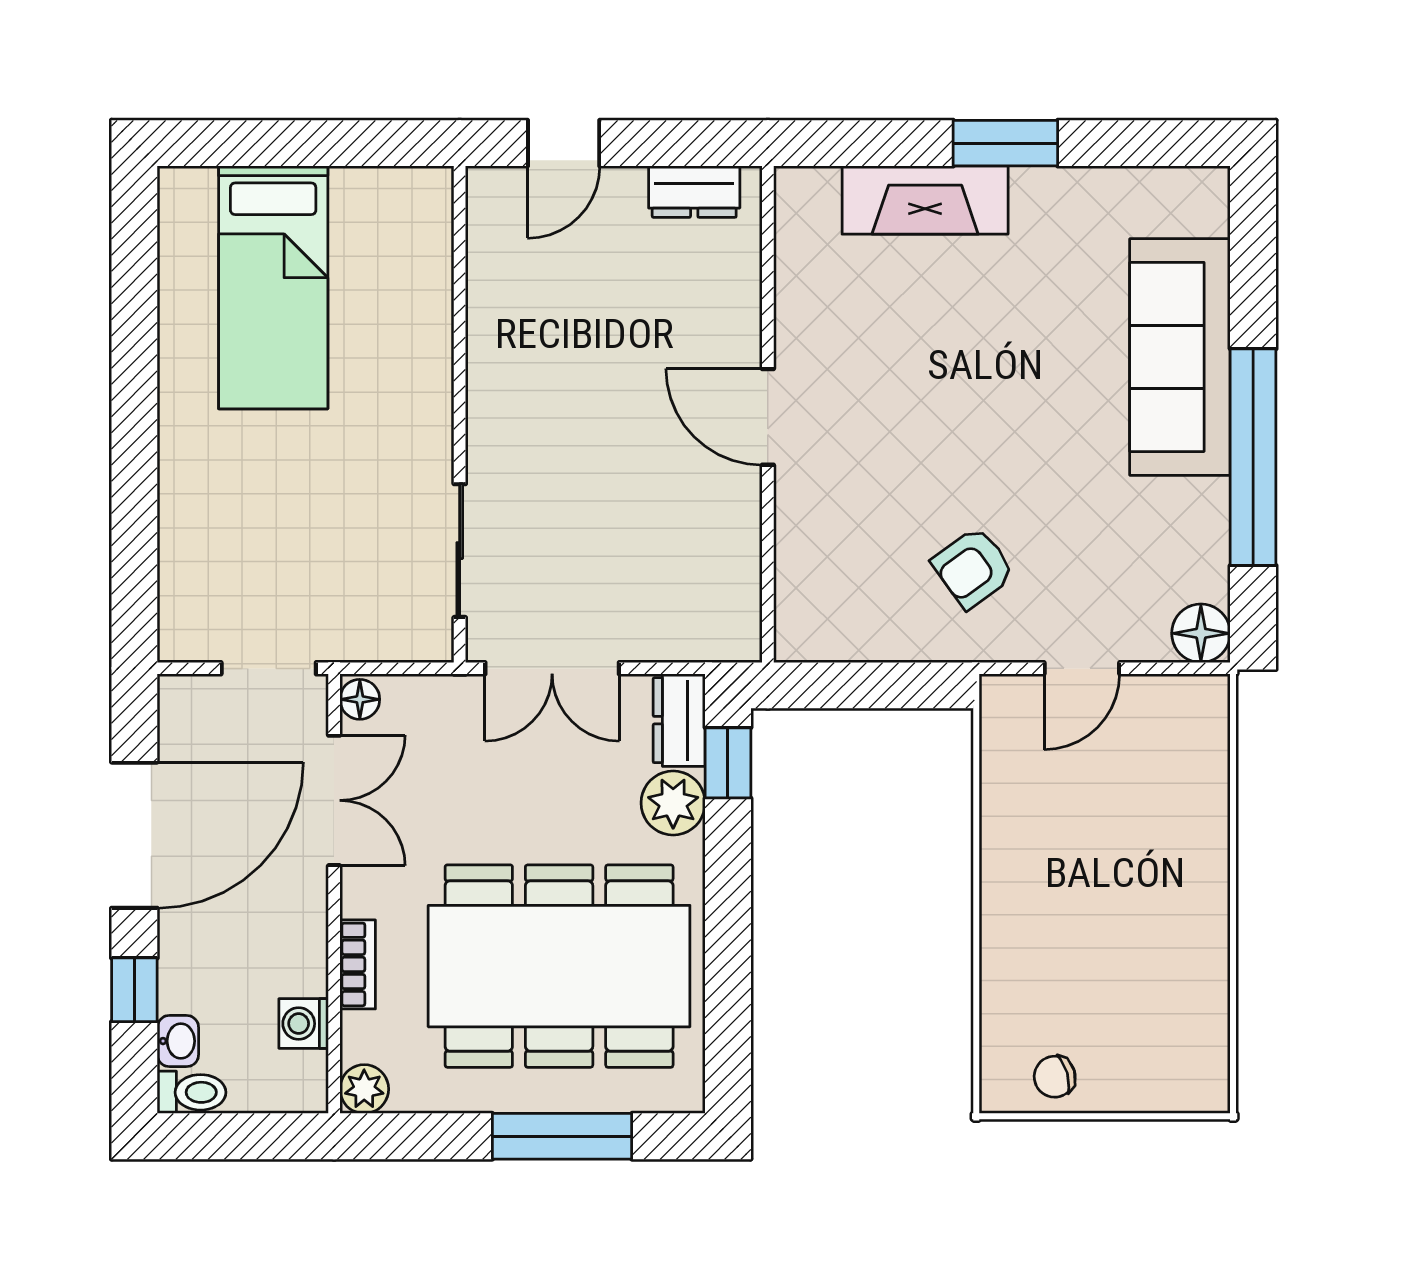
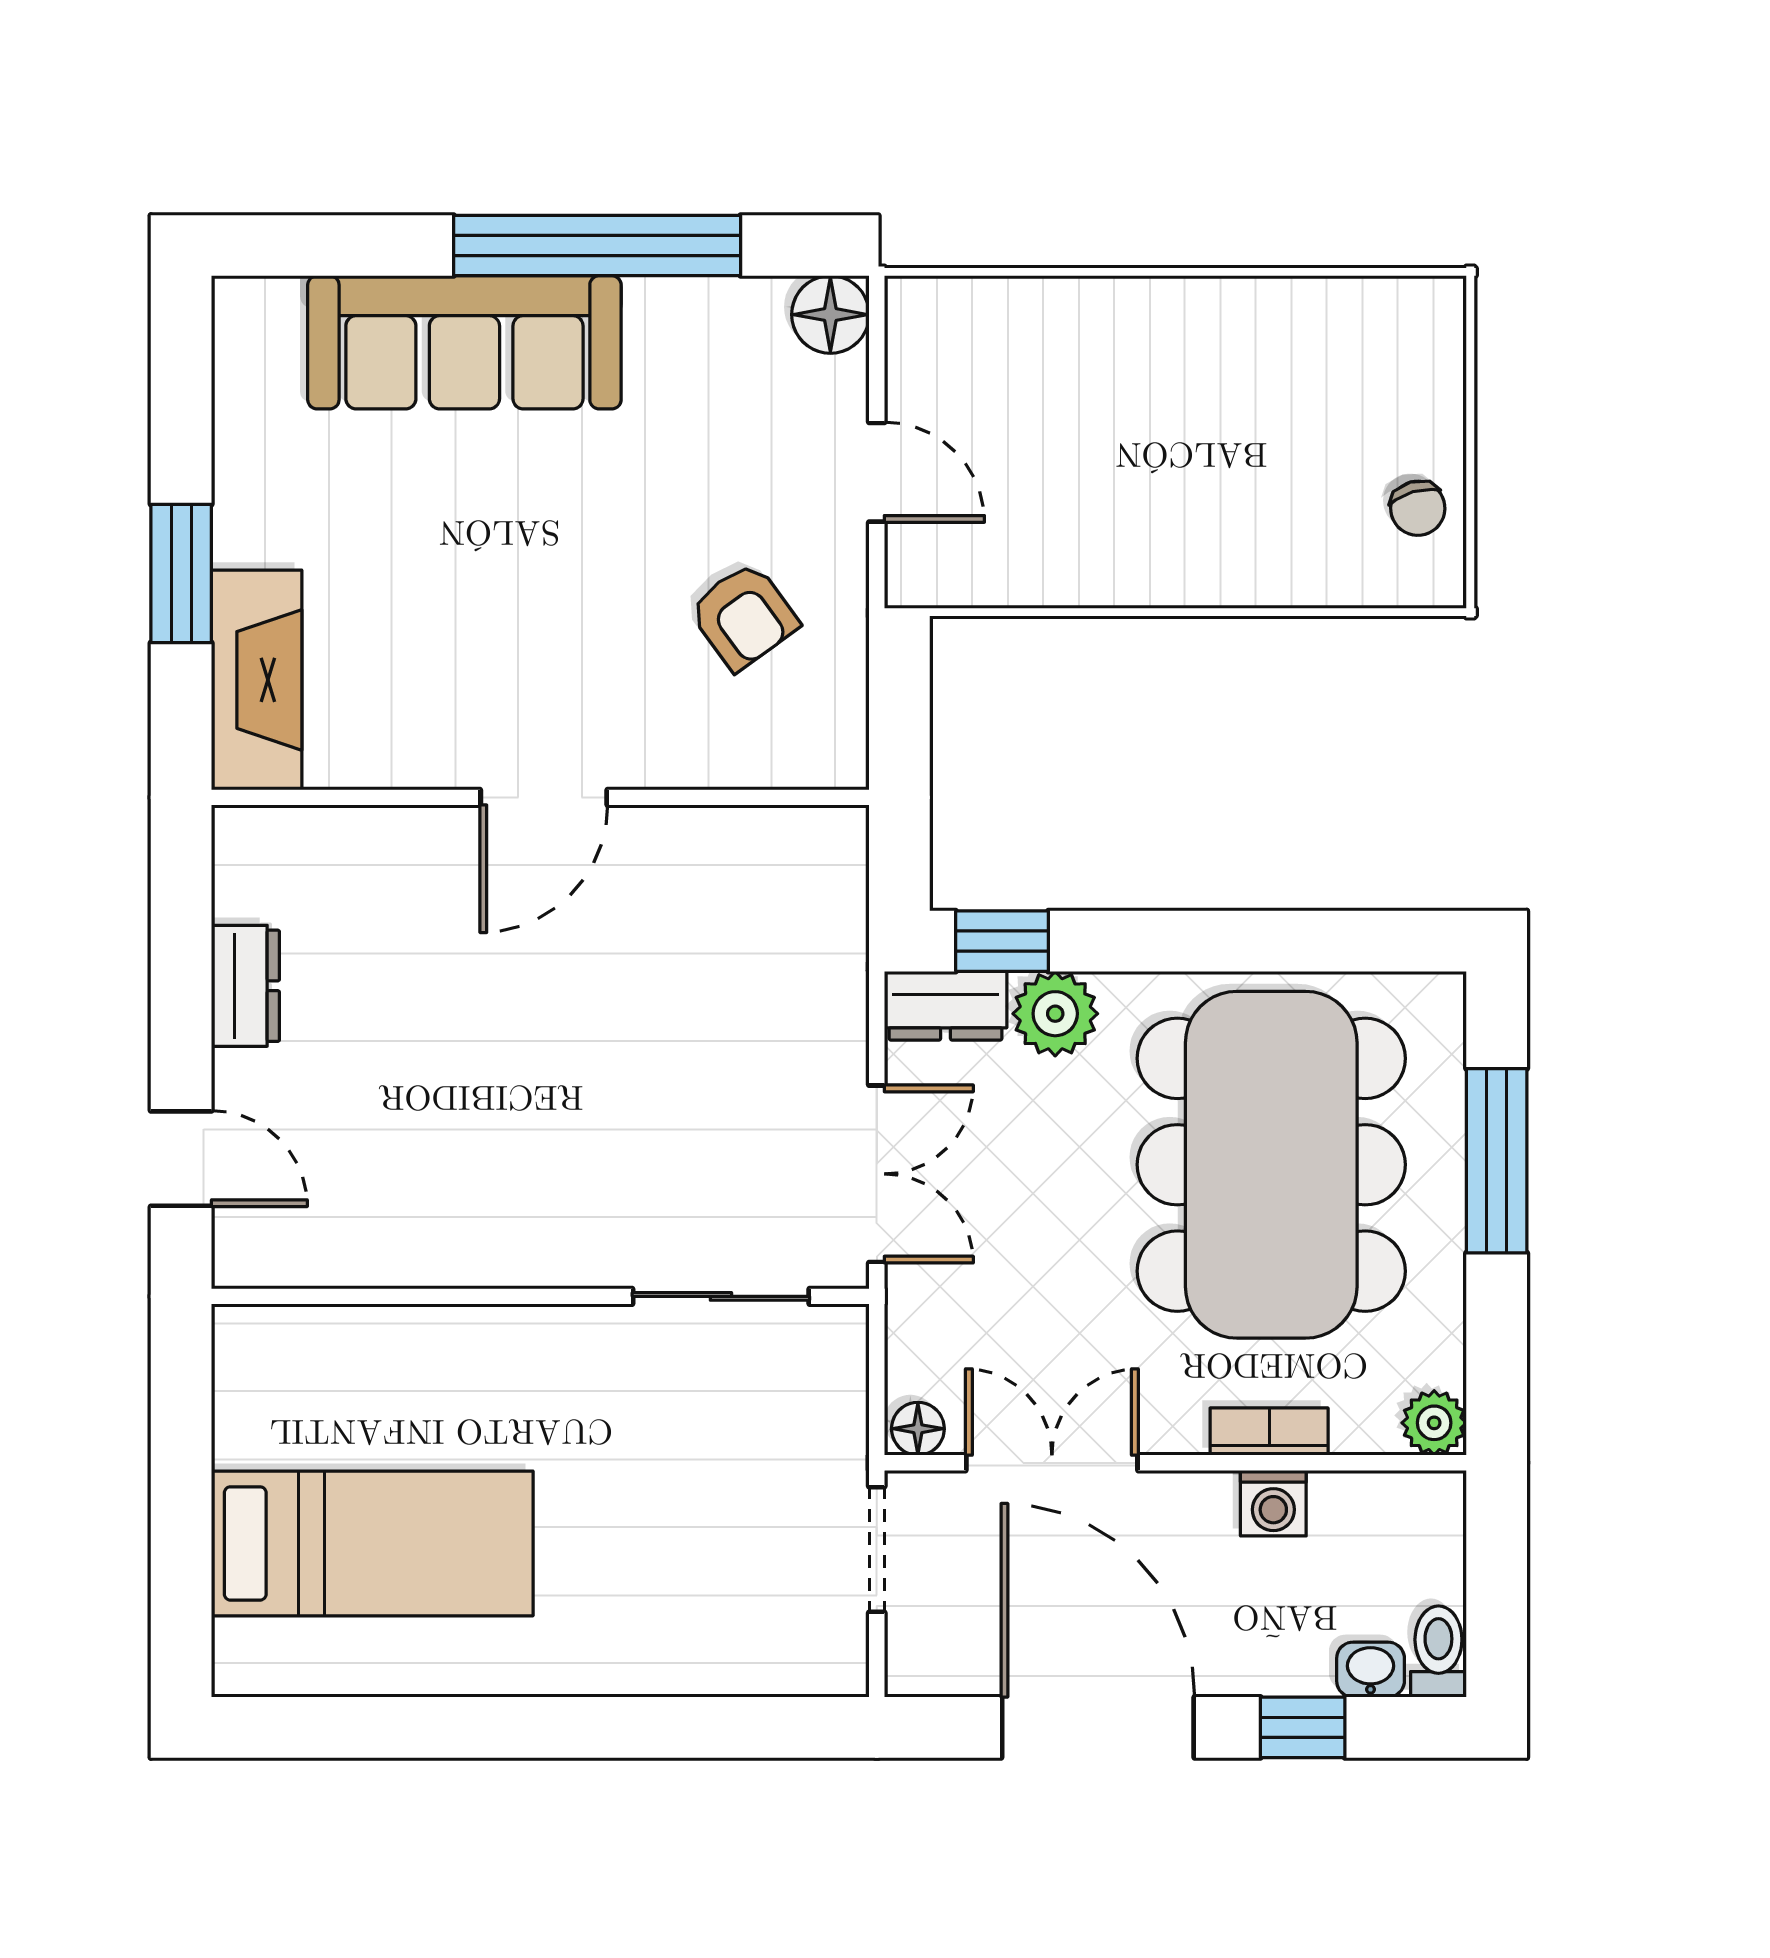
wall: (768, 414) -> (540, 797), moved
door: (768, 417) -> (544, 797), moved
washing machine: (304, 1024) -> (1273, 1503), moved

